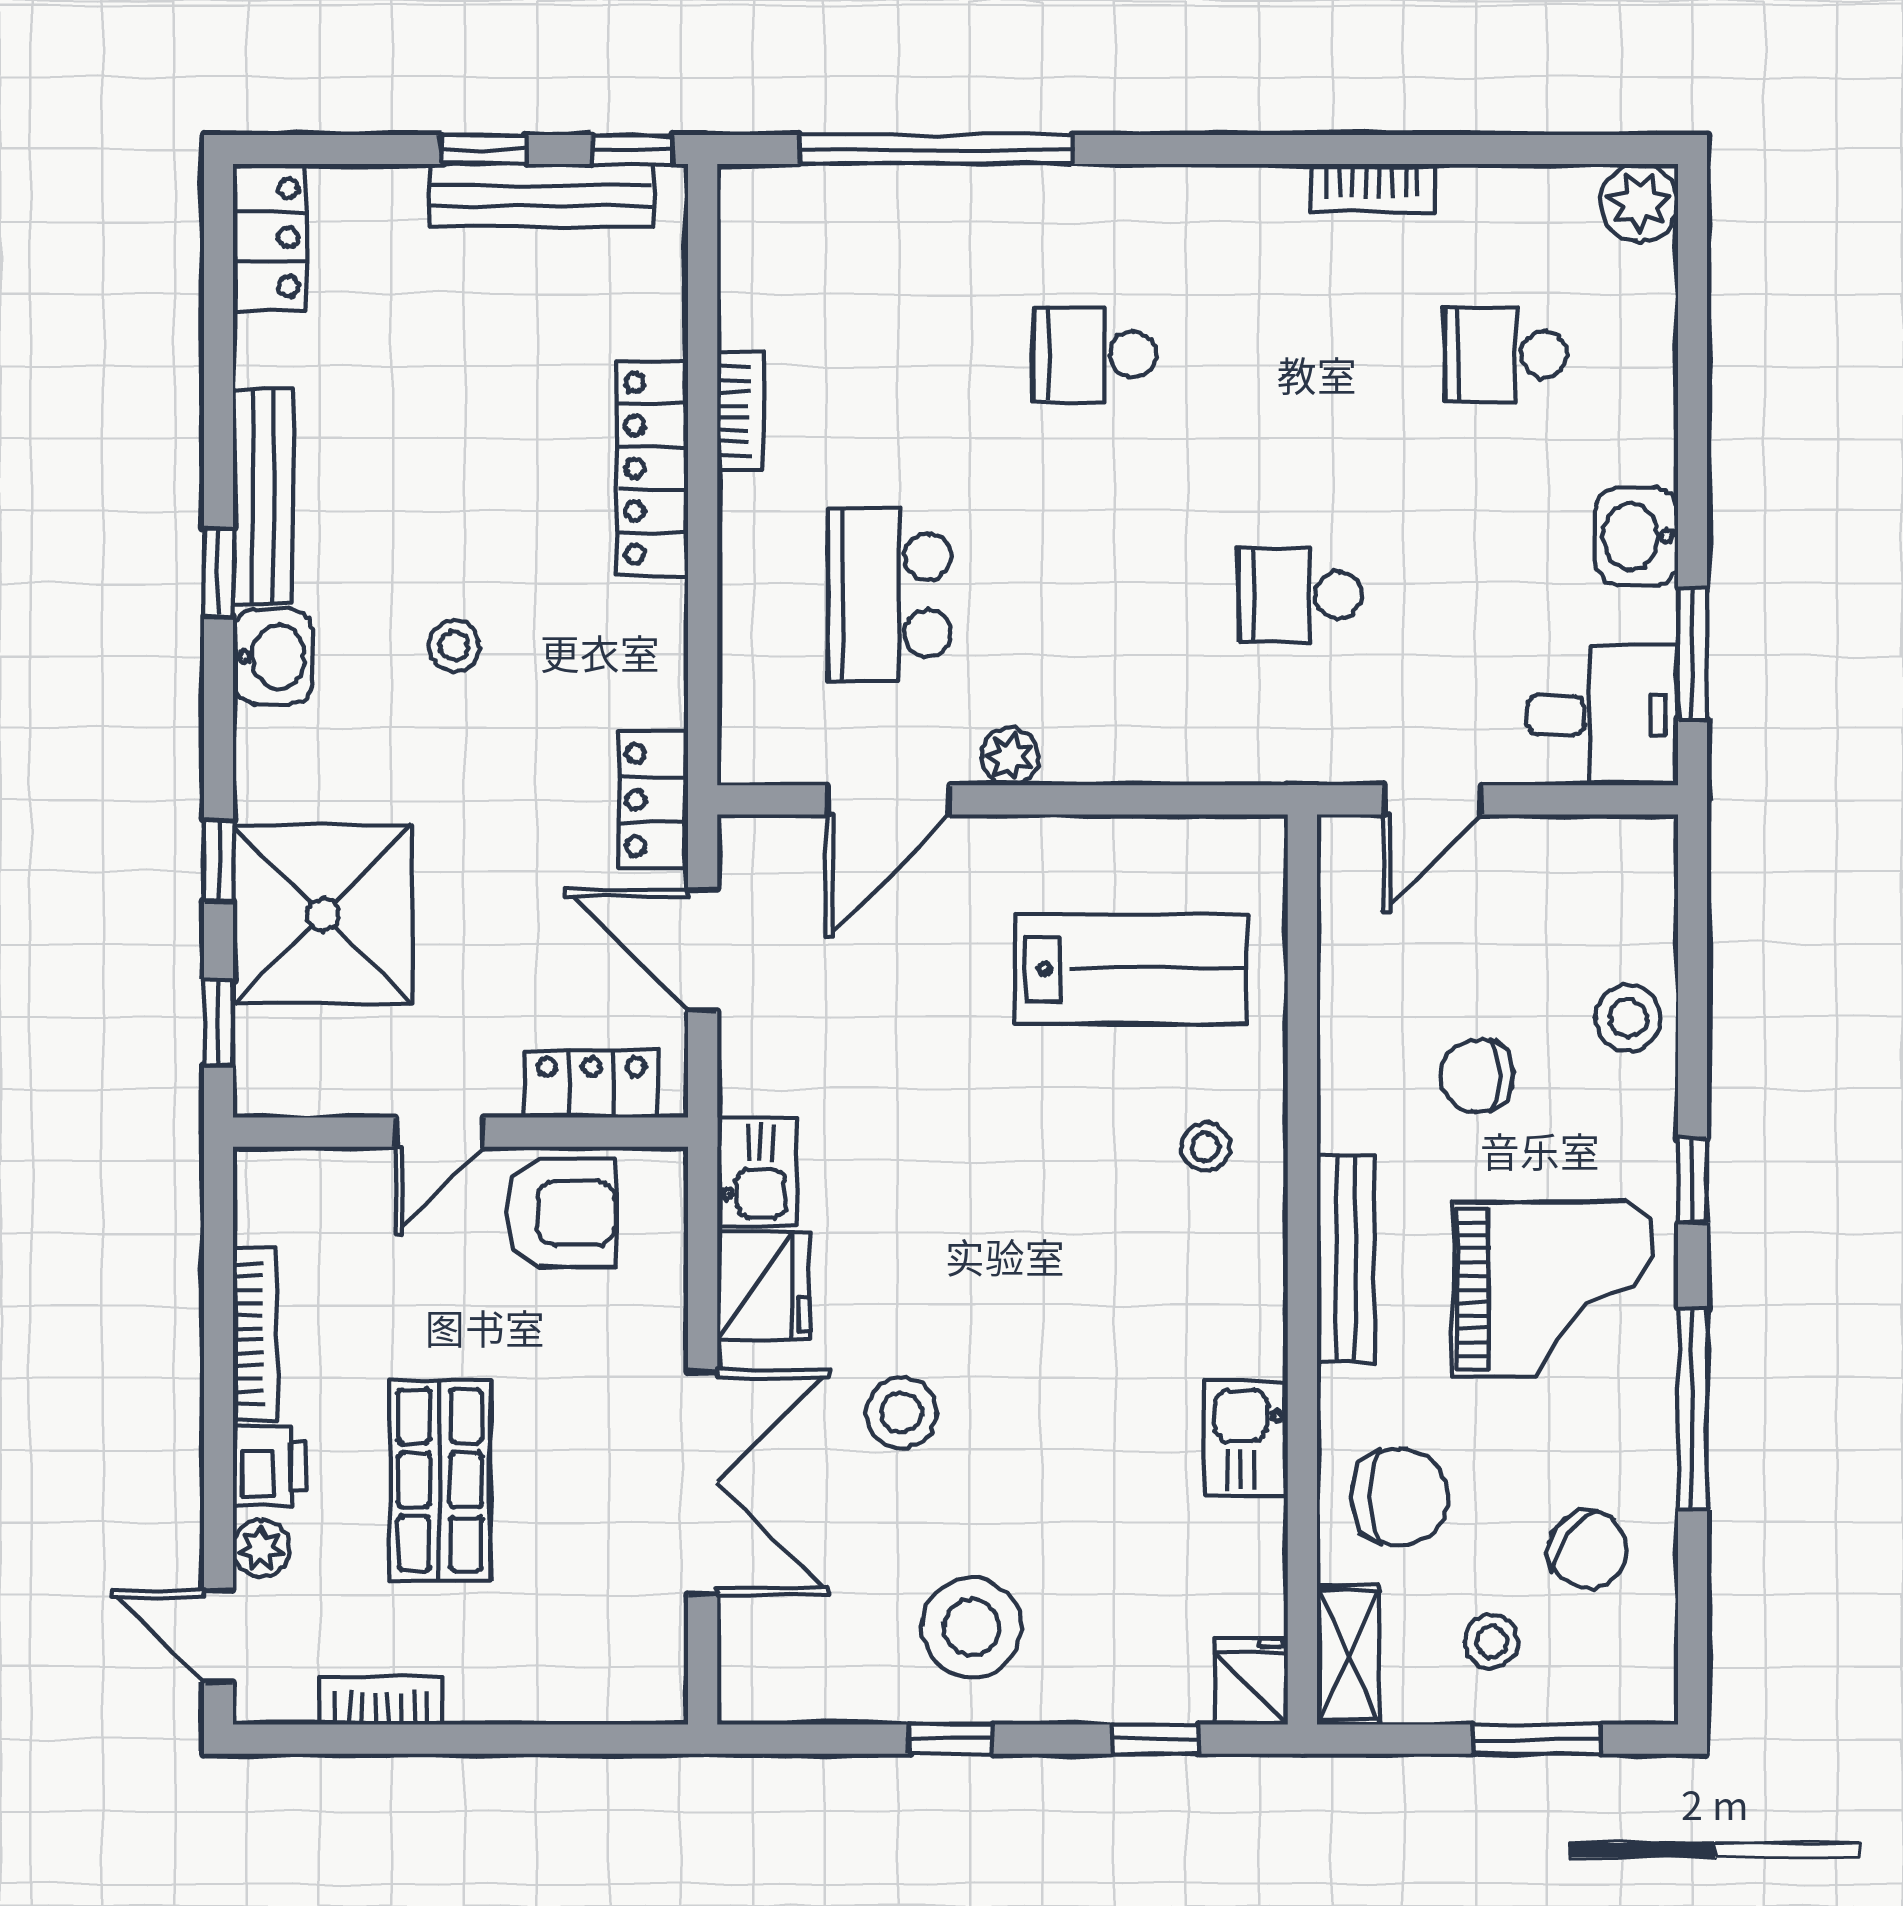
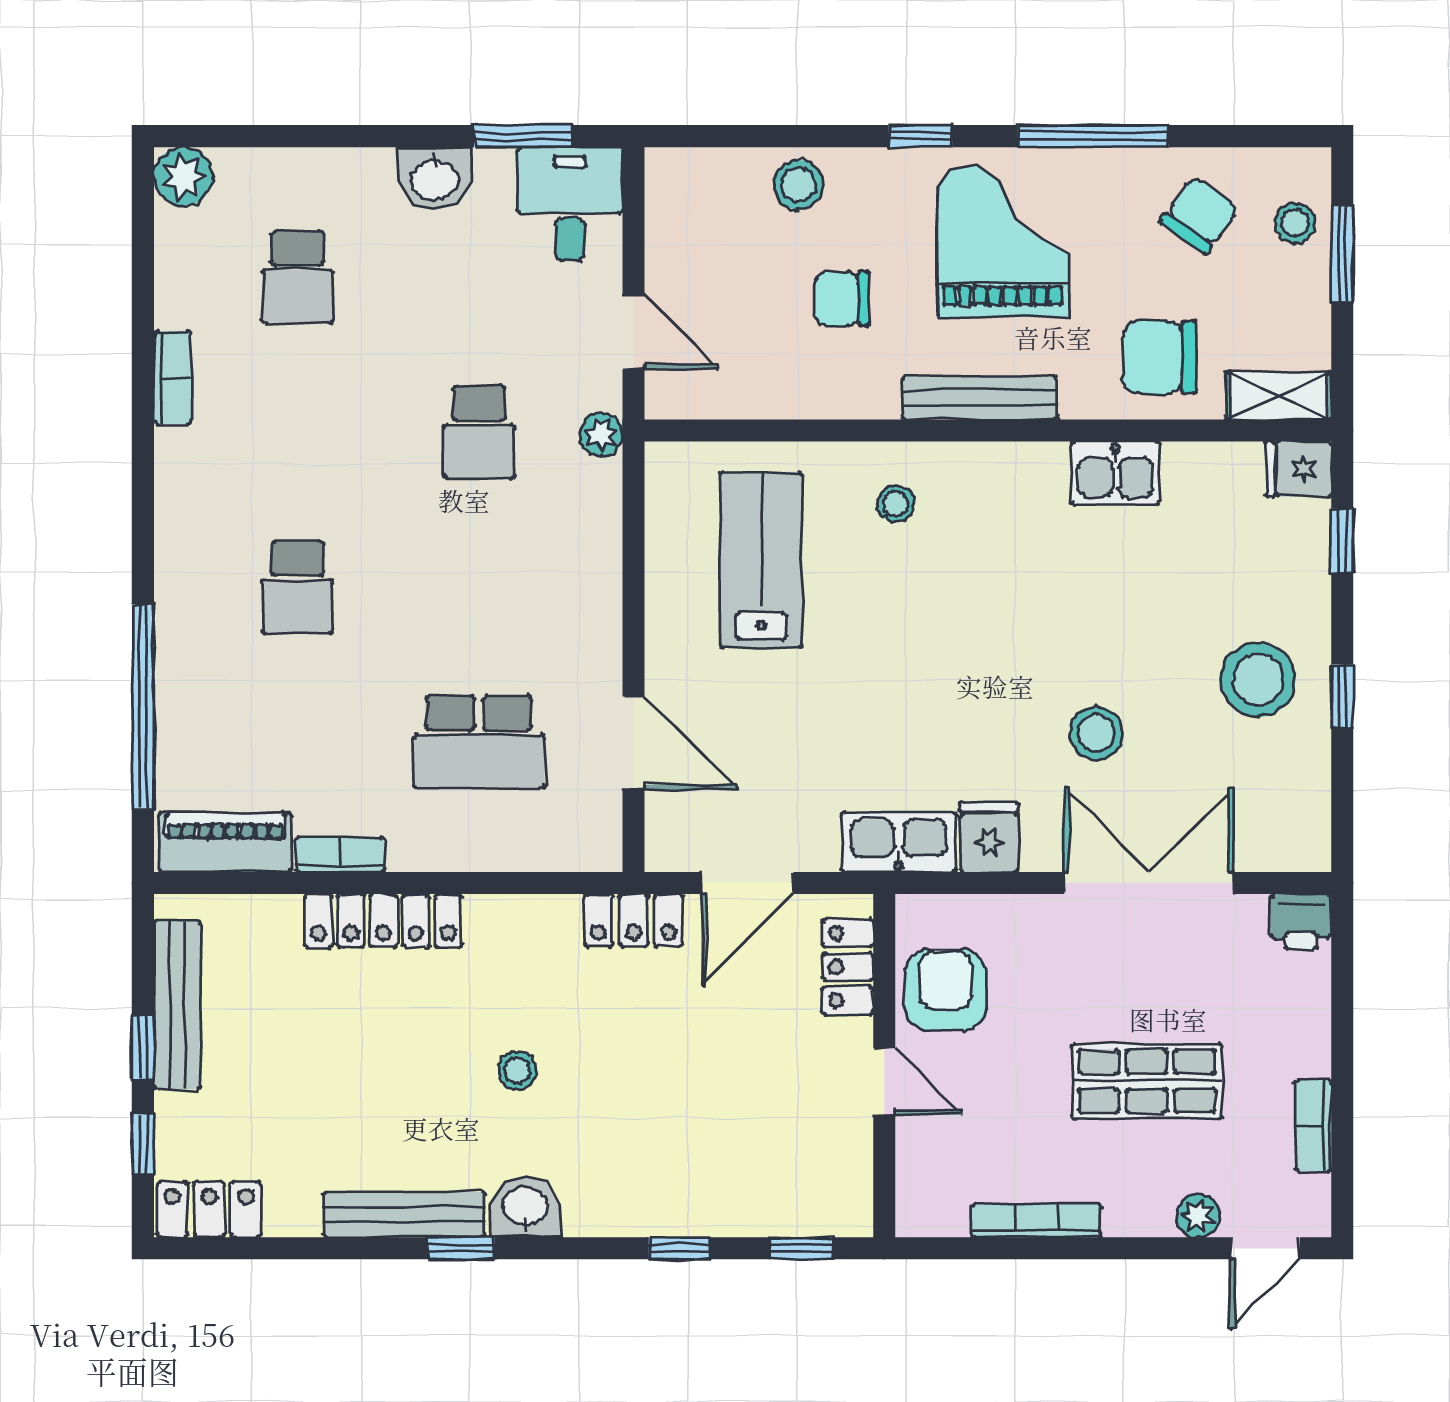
window: (632, 150) -> (143, 1144), moved
piano: (756, 259) -> (225, 842), added
plant: (1010, 757) -> (601, 435), moved
shower: (322, 914) -> (720, 1170), removed
chair: (1477, 1076) -> (842, 299), turned 90
kitchen sink: (757, 1172) -> (899, 842), width x1.38
fridge: (763, 1286) -> (989, 837), width x0.72
printer: (270, 1466) -> (1301, 922), moved, turned 180
chair: (1399, 1497) -> (1159, 357), turned -90
stool: (1492, 1642) -> (1295, 223), moved

